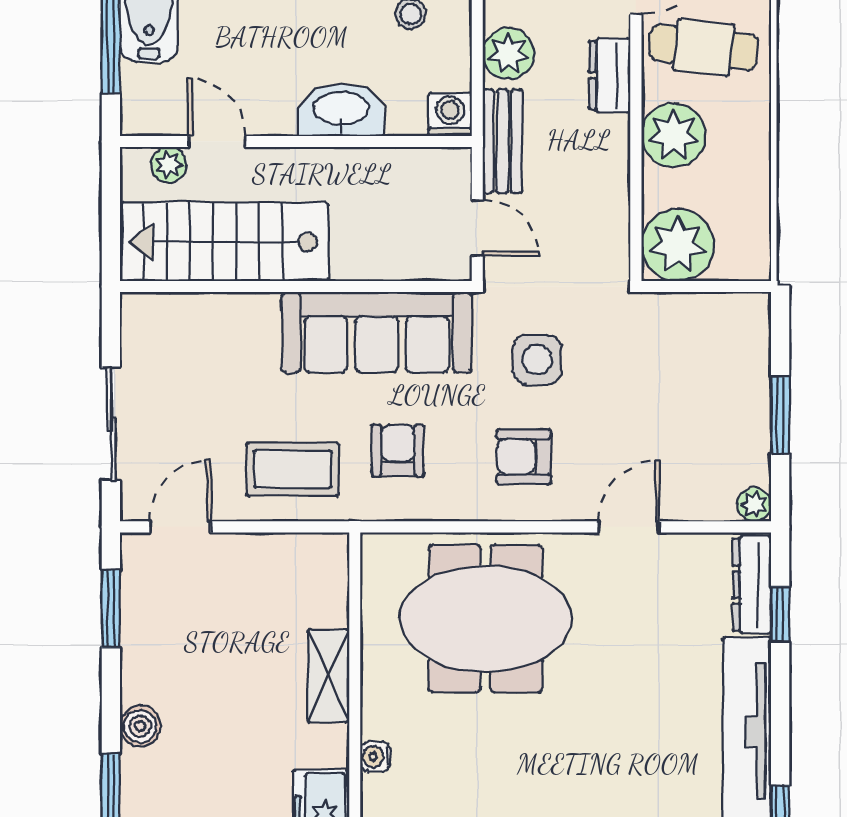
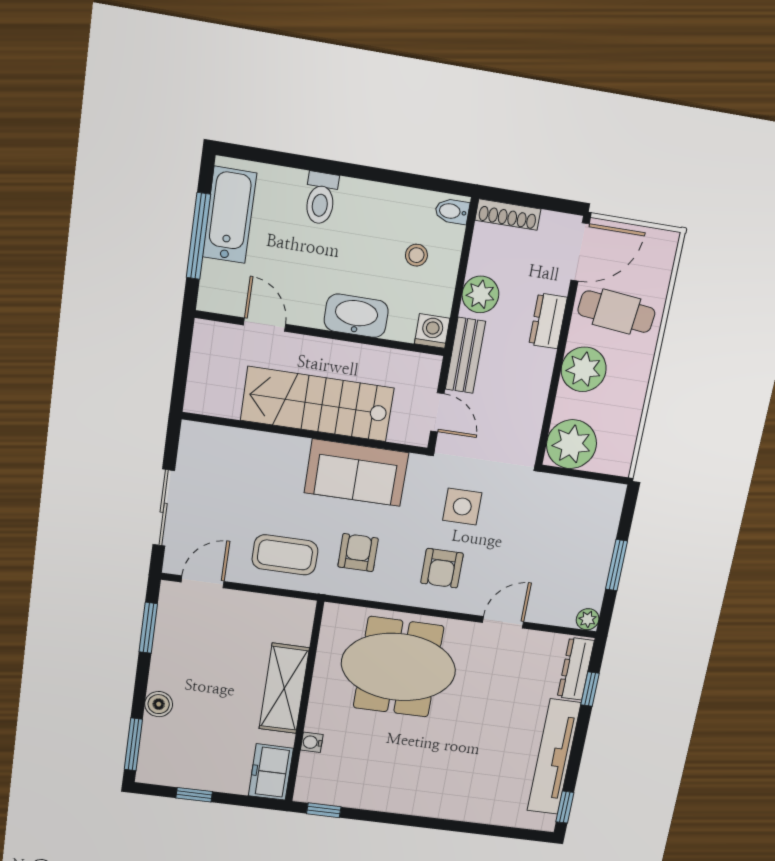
plant: (169, 165) -> (228, 336), removed
stairs: (224, 242) -> (317, 404), moved
sofa: (377, 332) -> (356, 473), width x0.73
armchair: (524, 457) -> (442, 568), turned -90
shelving: (329, 676) -> (284, 688), width x1.50, depth x1.33

